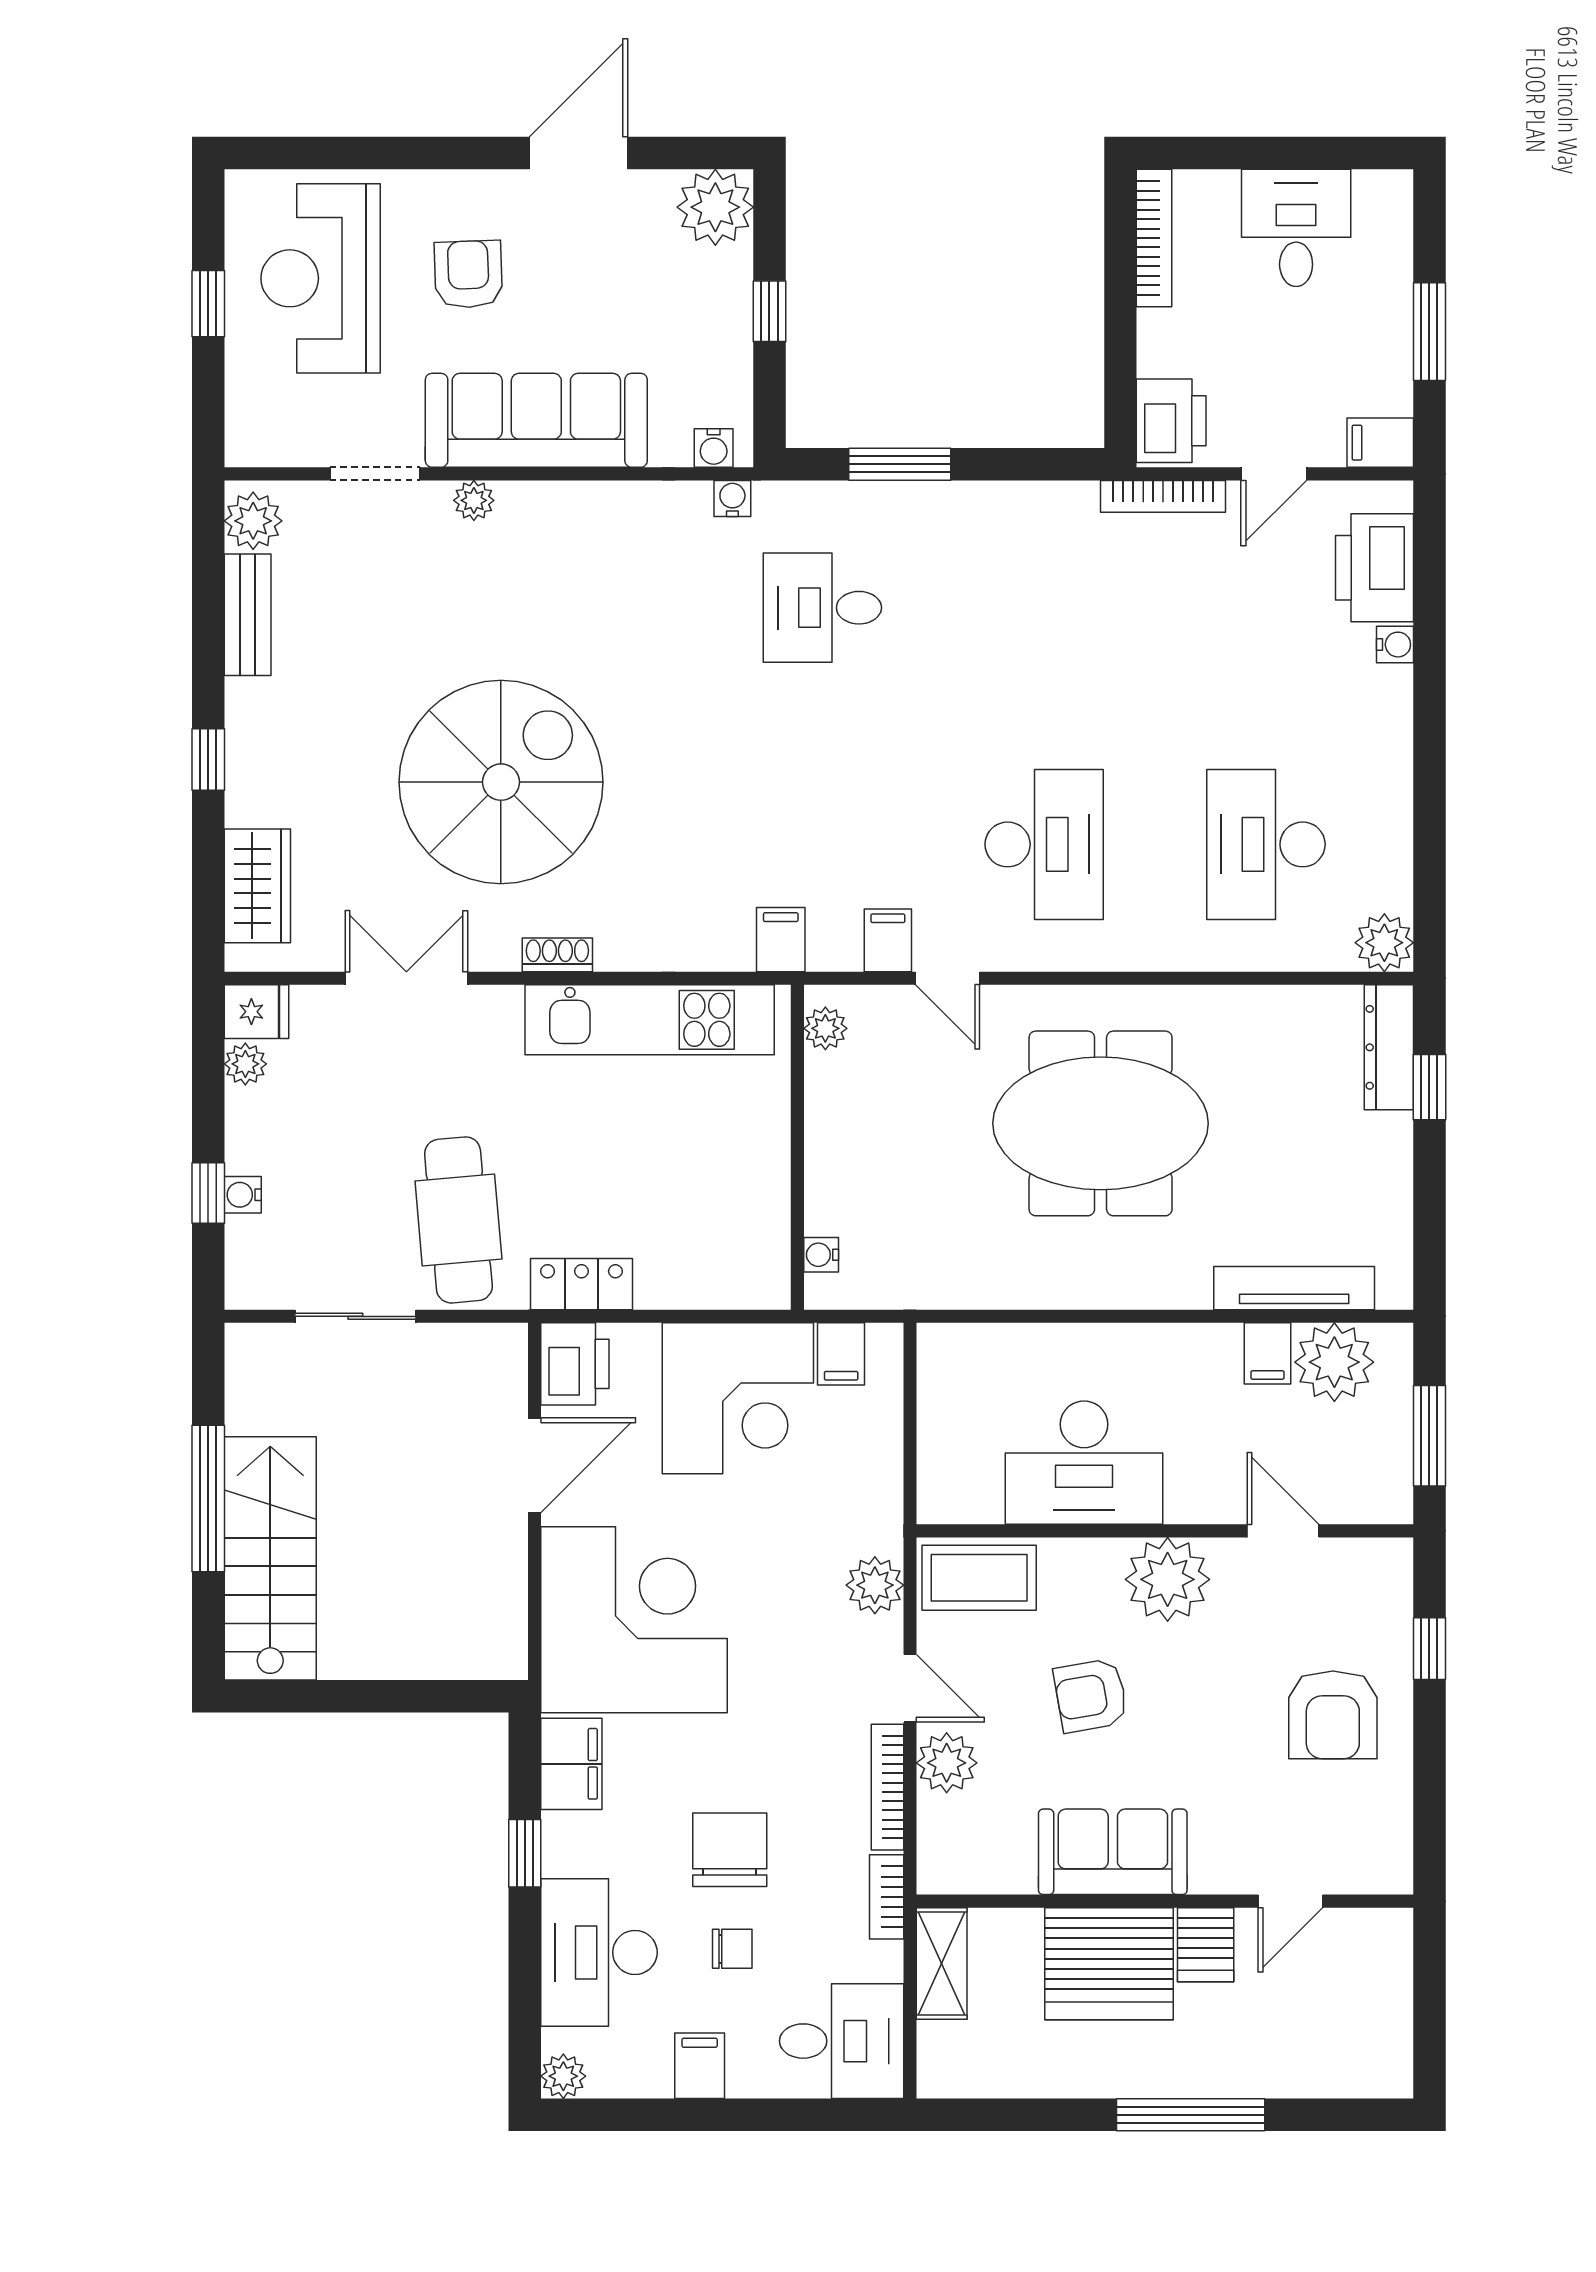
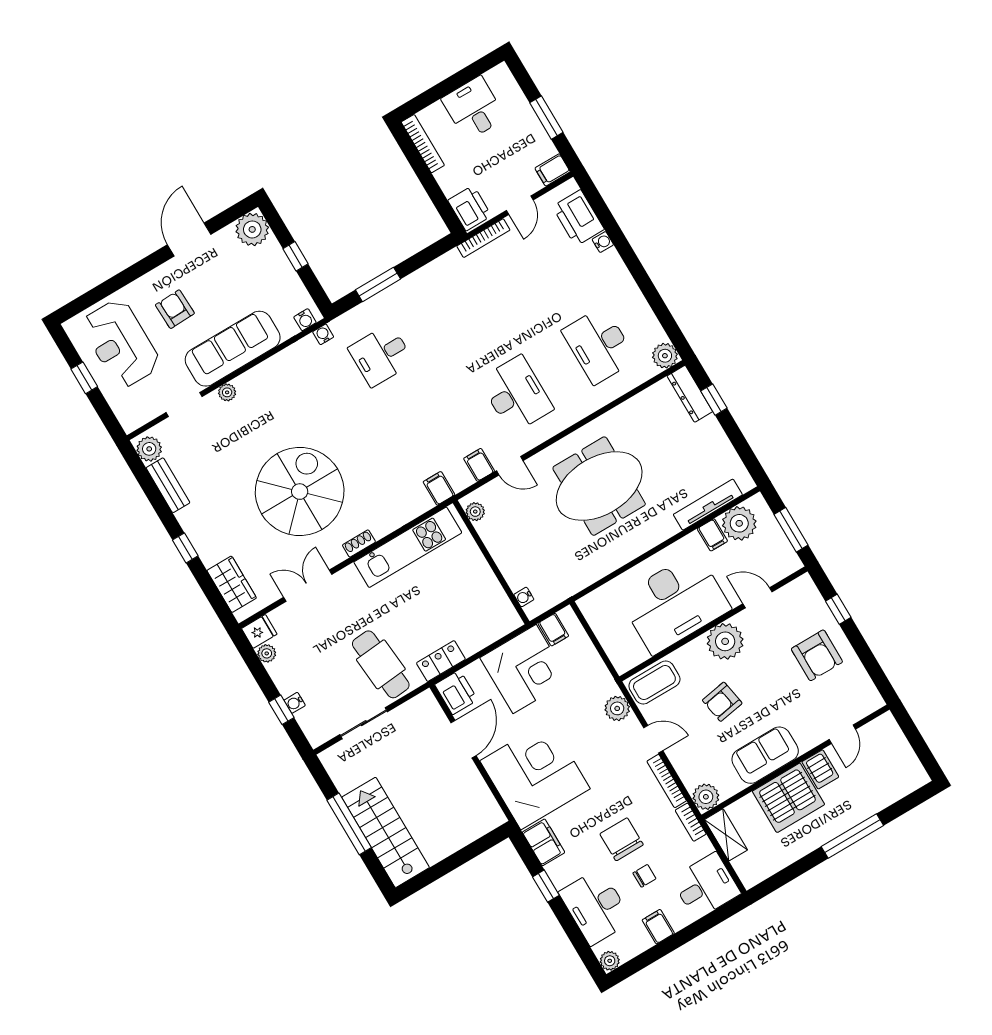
desk: (1084, 1463) -> (675, 603), width x1.36, depth x1.30
plant: (947, 1763) -> (706, 797), moved

